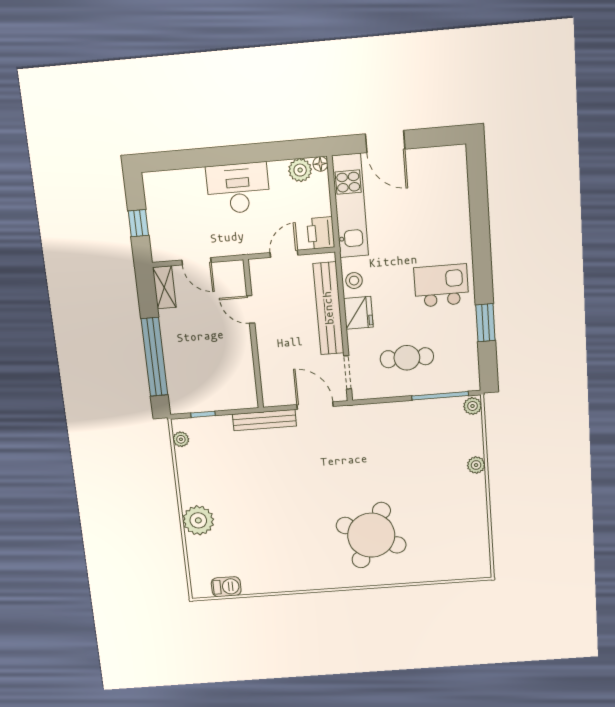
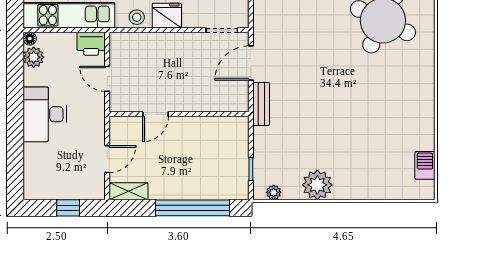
bench: (328, 308) -> (160, 43), removed
bench: (264, 420) -> (261, 104), width x0.73
plant: (198, 520) -> (317, 185), moved

